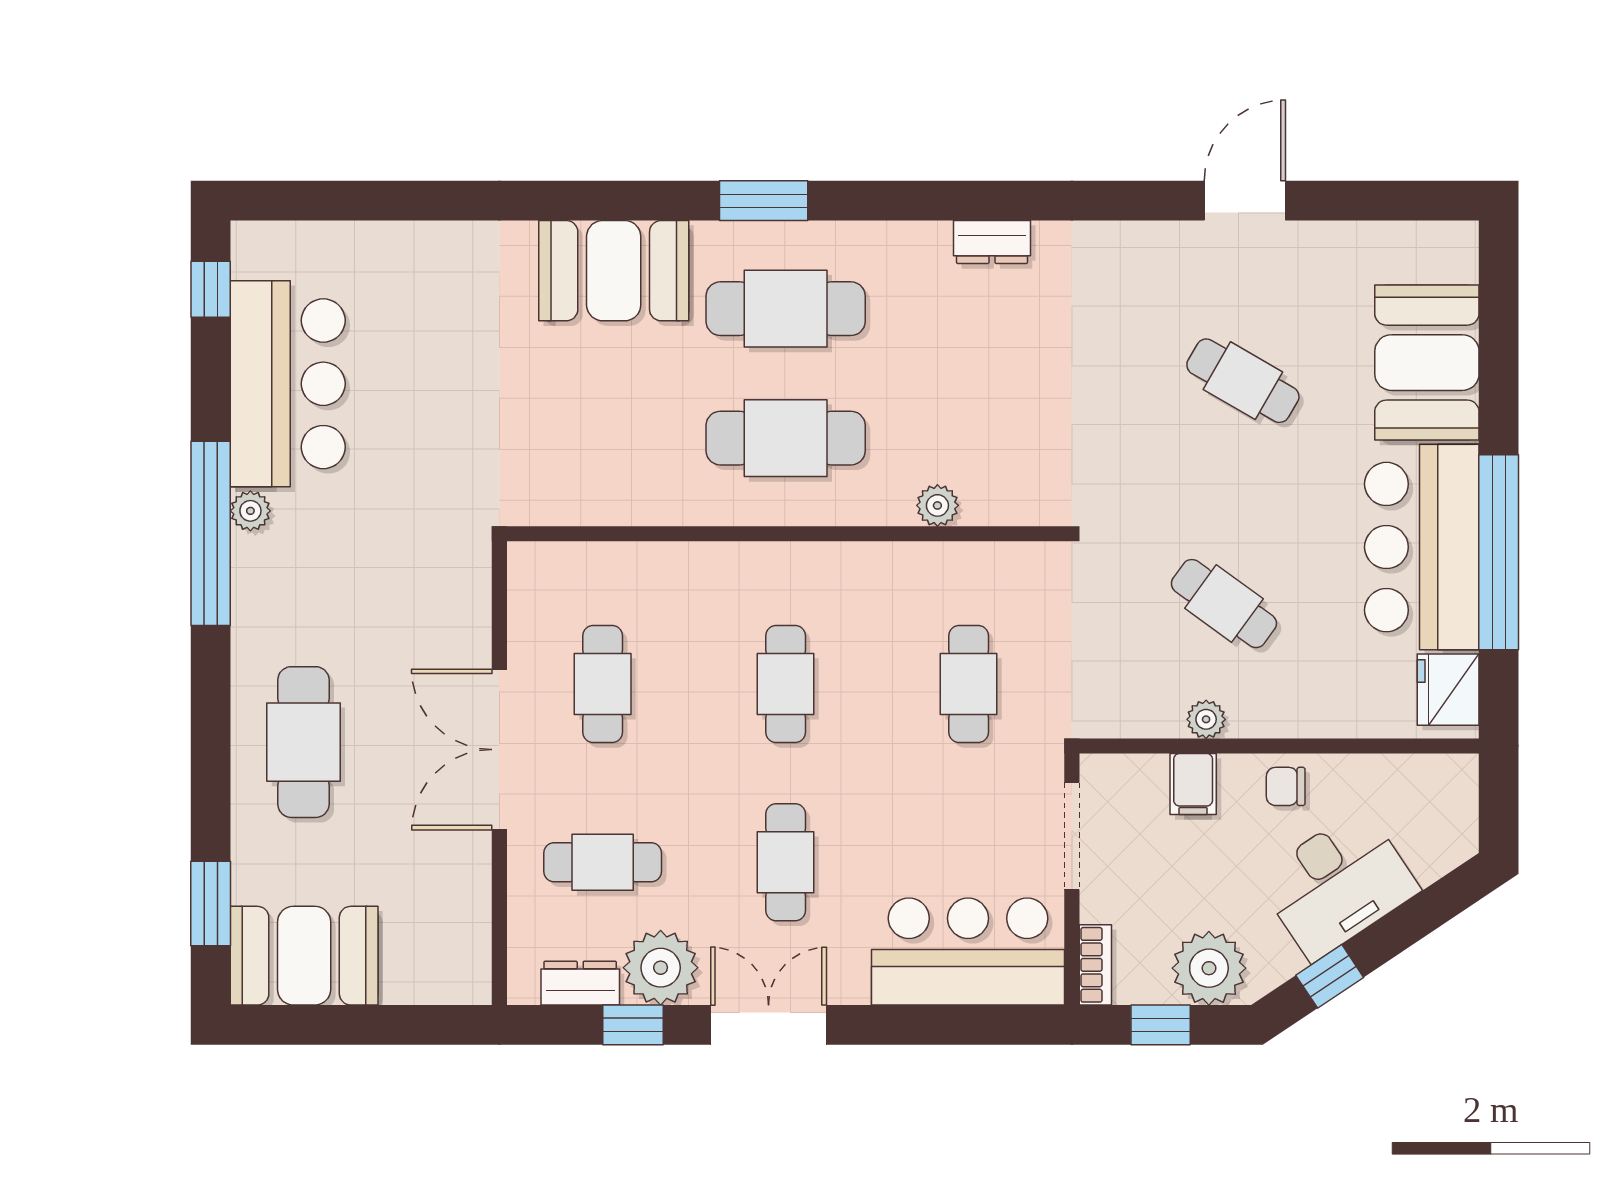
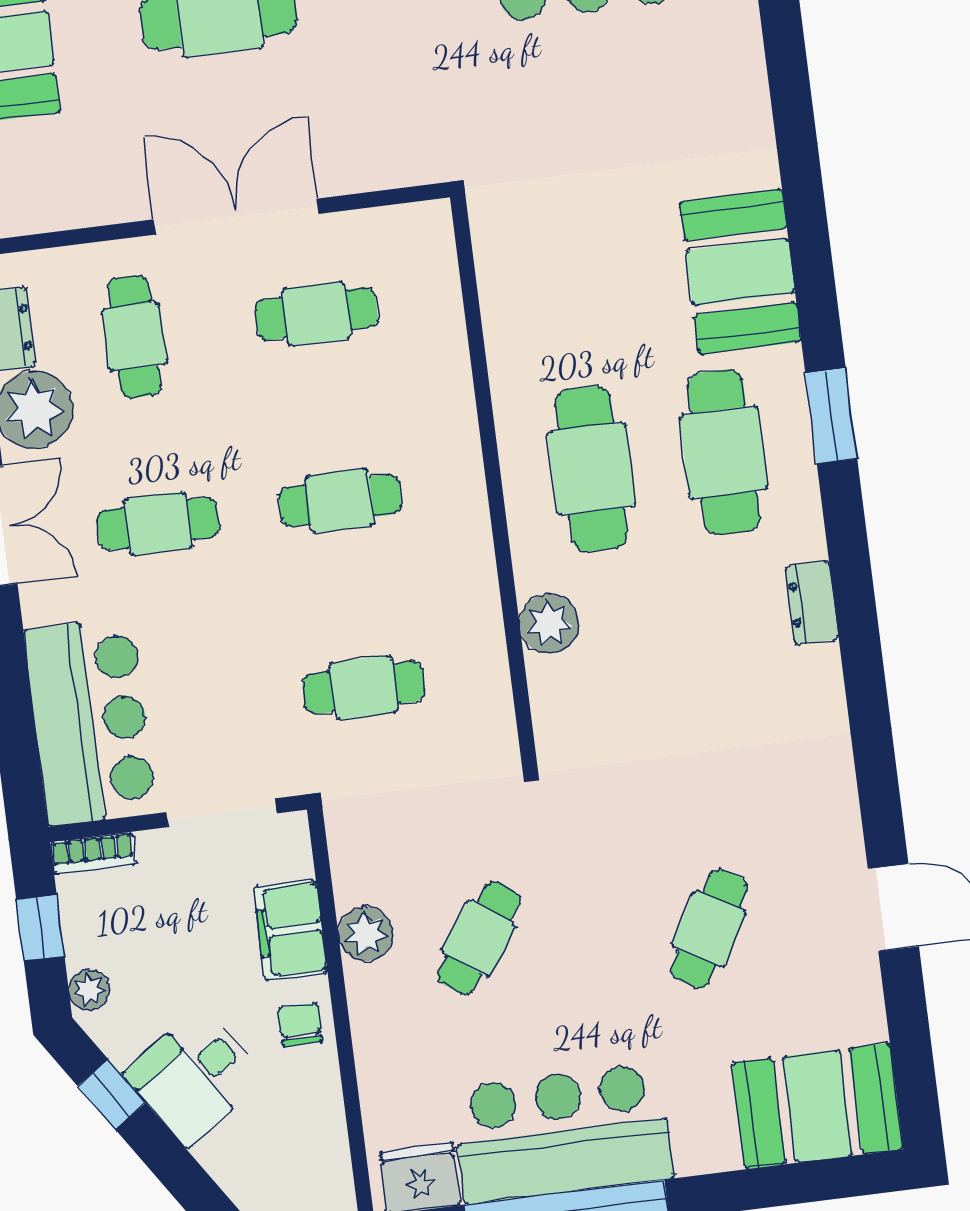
dresser: (992, 242) -> (812, 603), moved
booth: (1427, 363) -> (817, 1106), moved
plant: (937, 505) -> (549, 624), width x1.38, depth x1.38
plant: (1206, 719) -> (366, 934), width x1.38, depth x1.38
filing cabinet: (1193, 784) -> (291, 930), width x2.00
desk: (1338, 884) -> (195, 1076), width x0.73
plant: (1209, 968) -> (89, 990), width x0.53, depth x0.53

